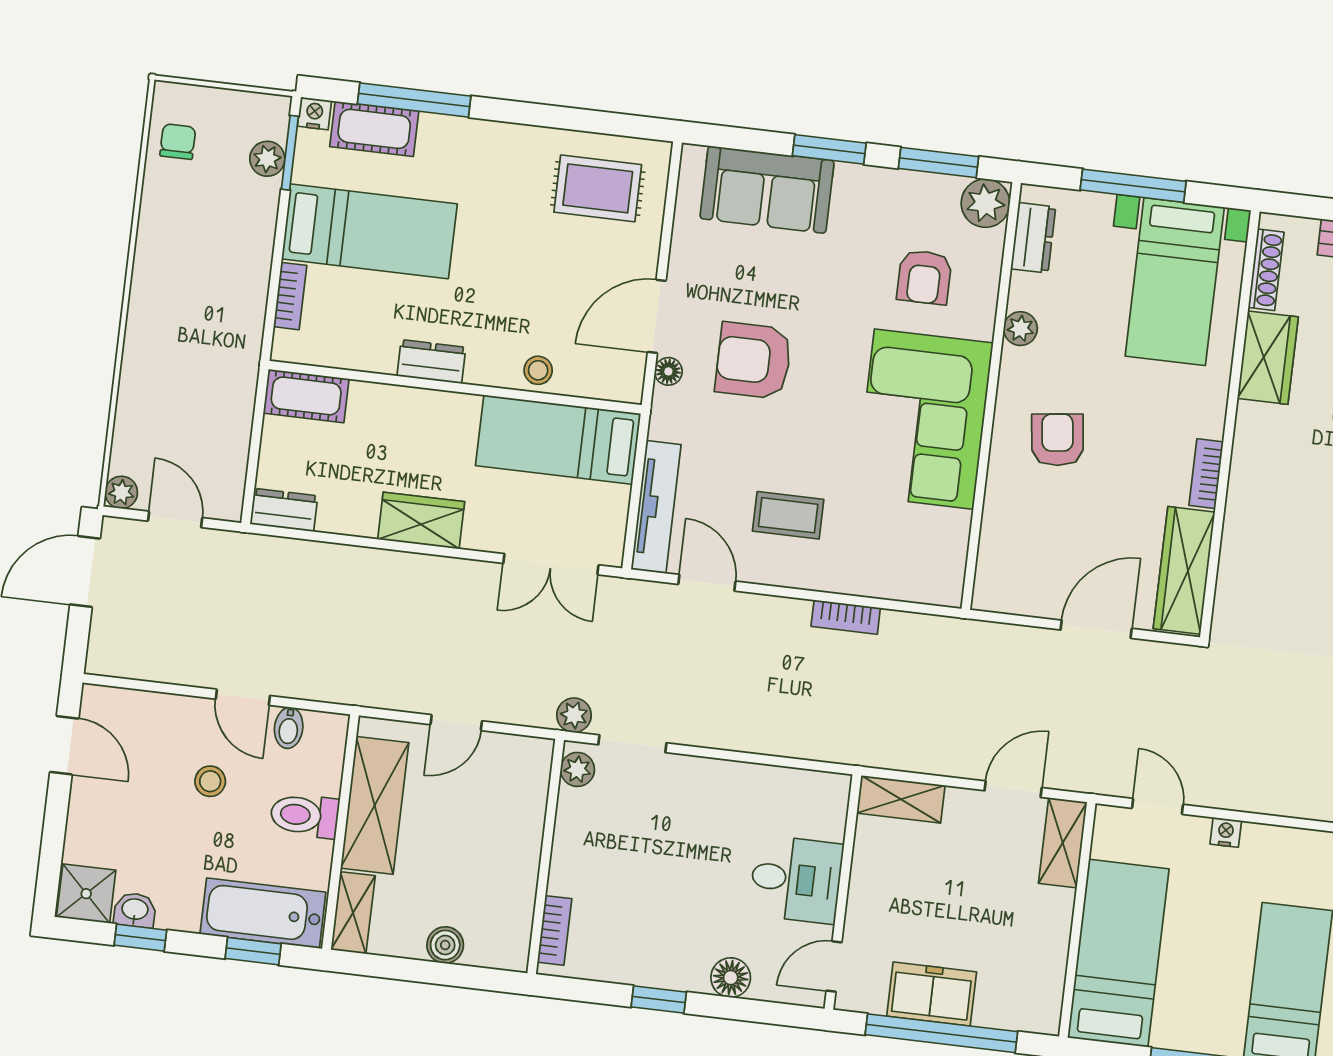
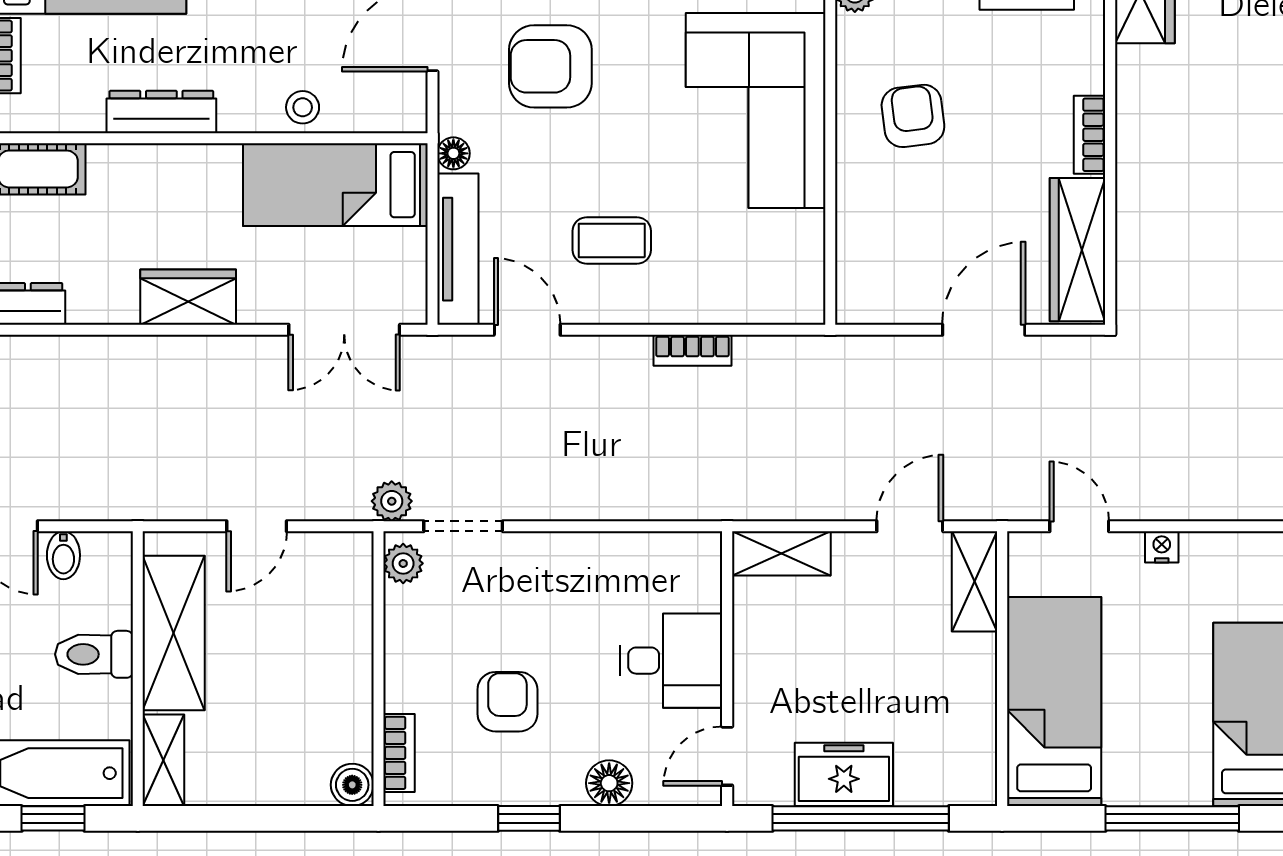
dresser: (431, 362) -> (161, 112), width x1.44
floor lamp: (668, 371) -> (453, 153), moved
armchair: (652, 898) -> (507, 702), added
boiler: (445, 945) -> (352, 785), moved

